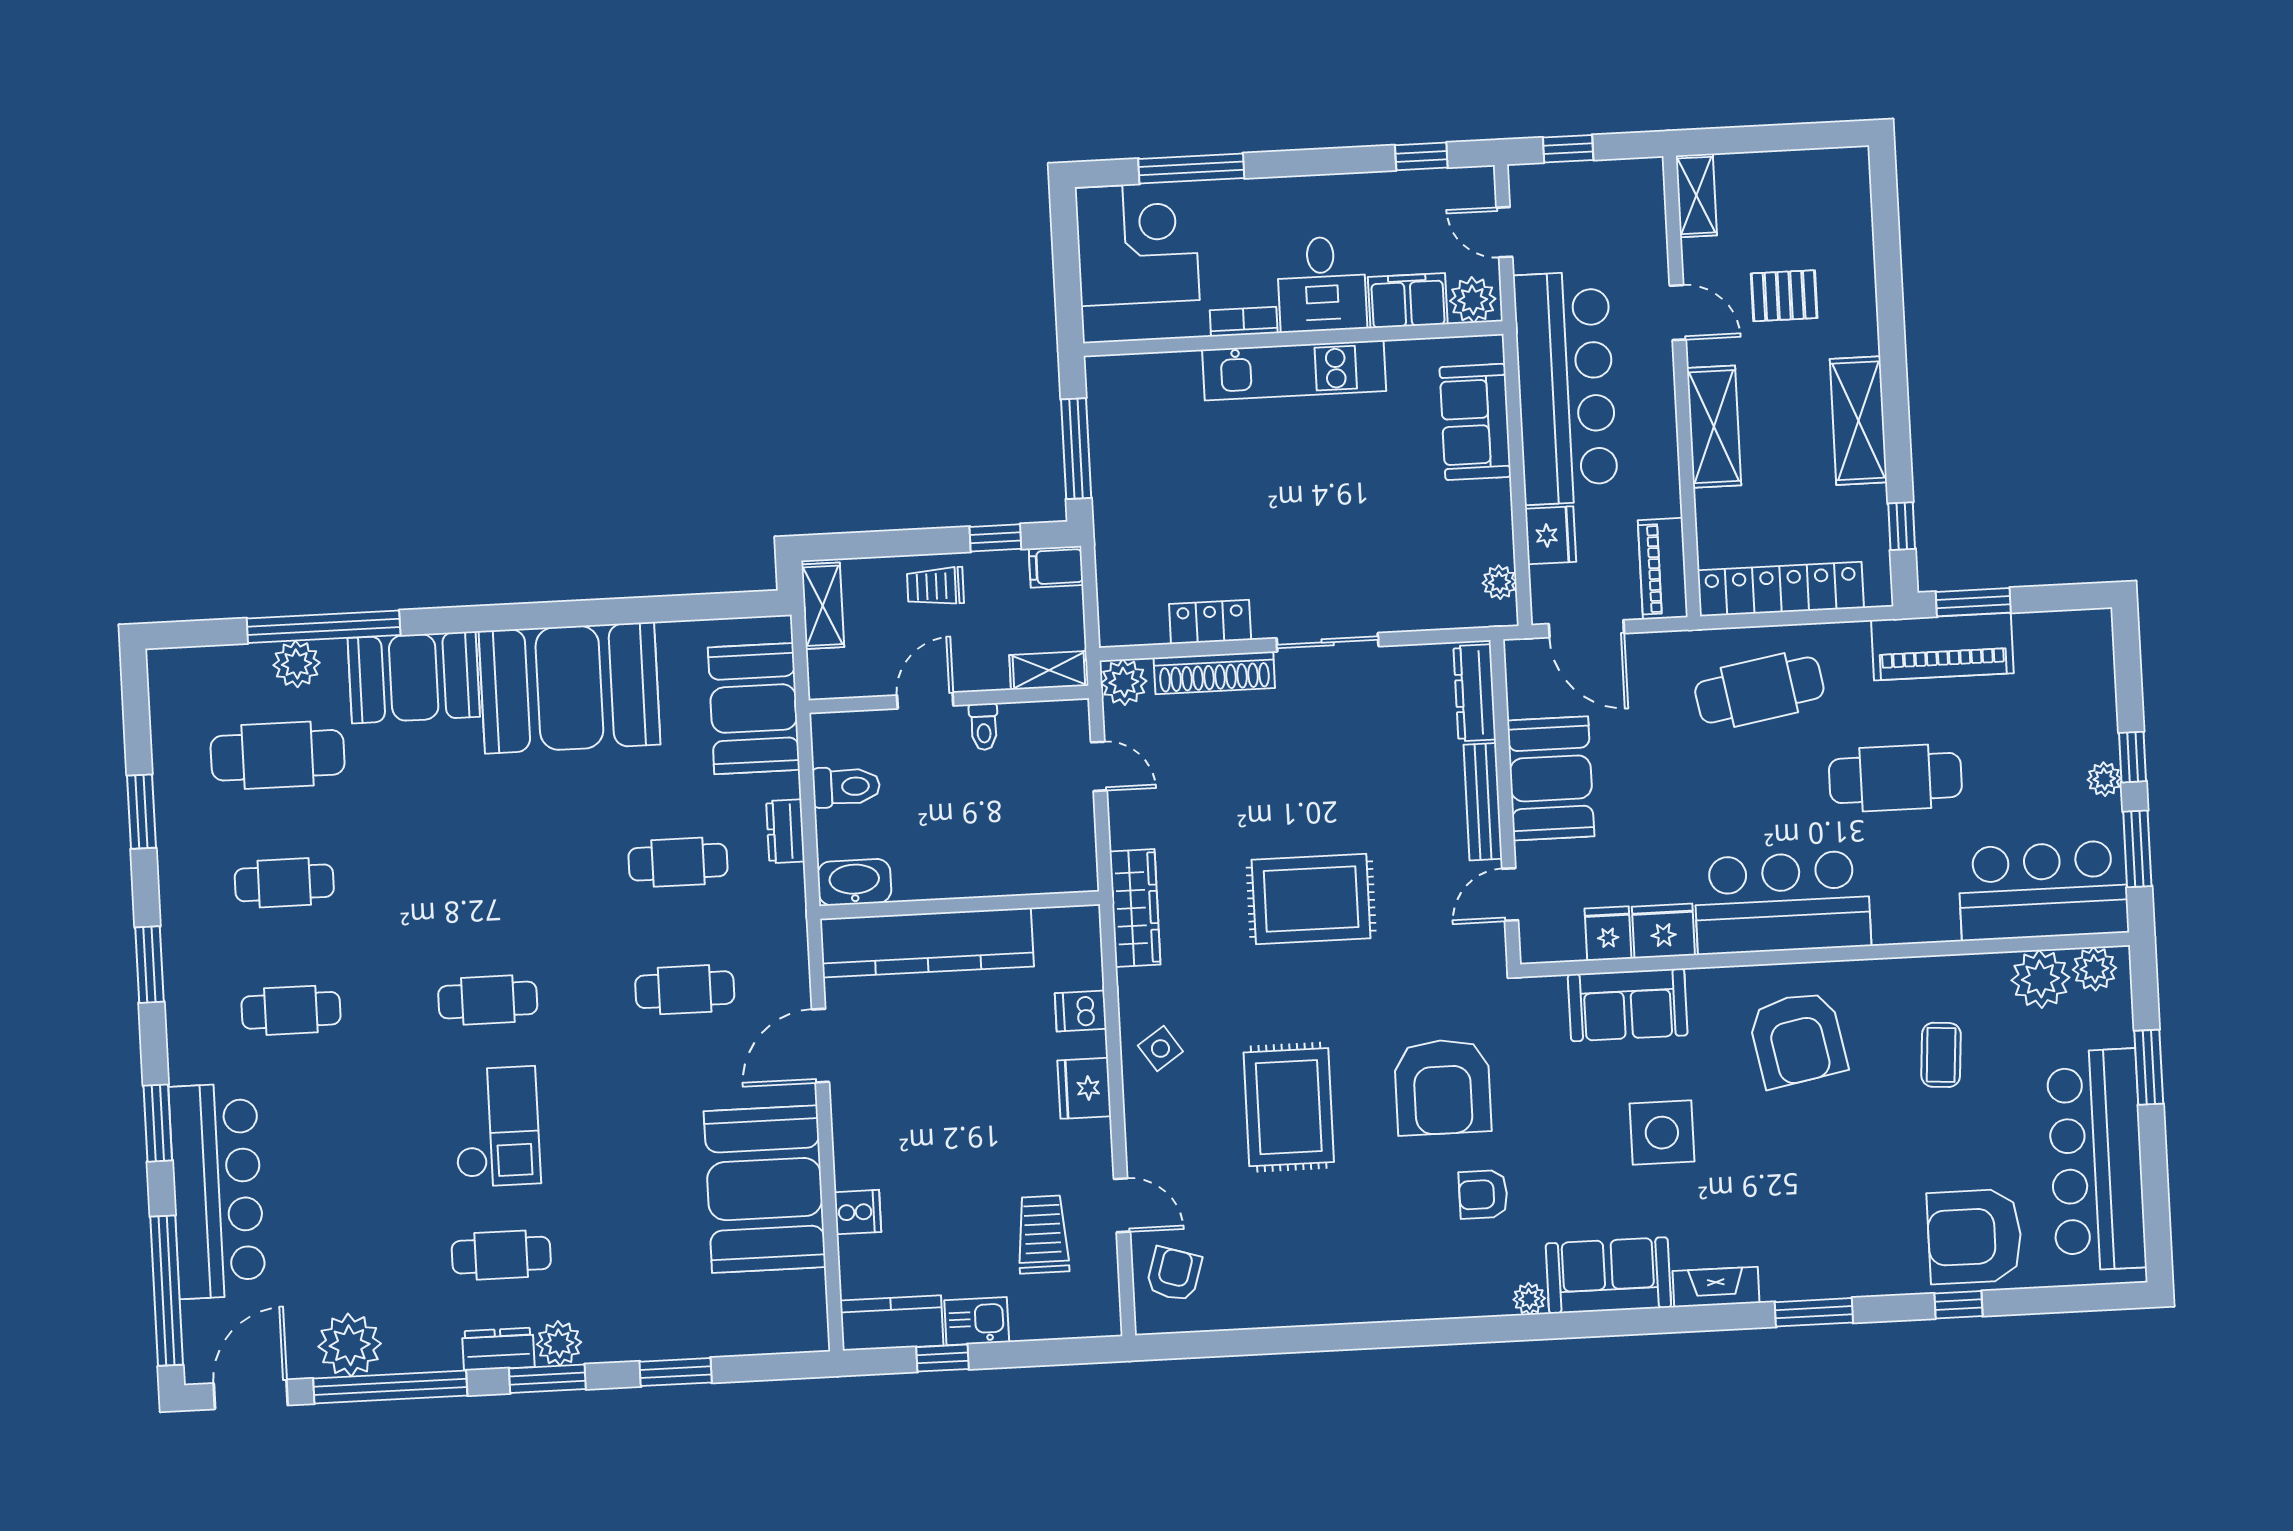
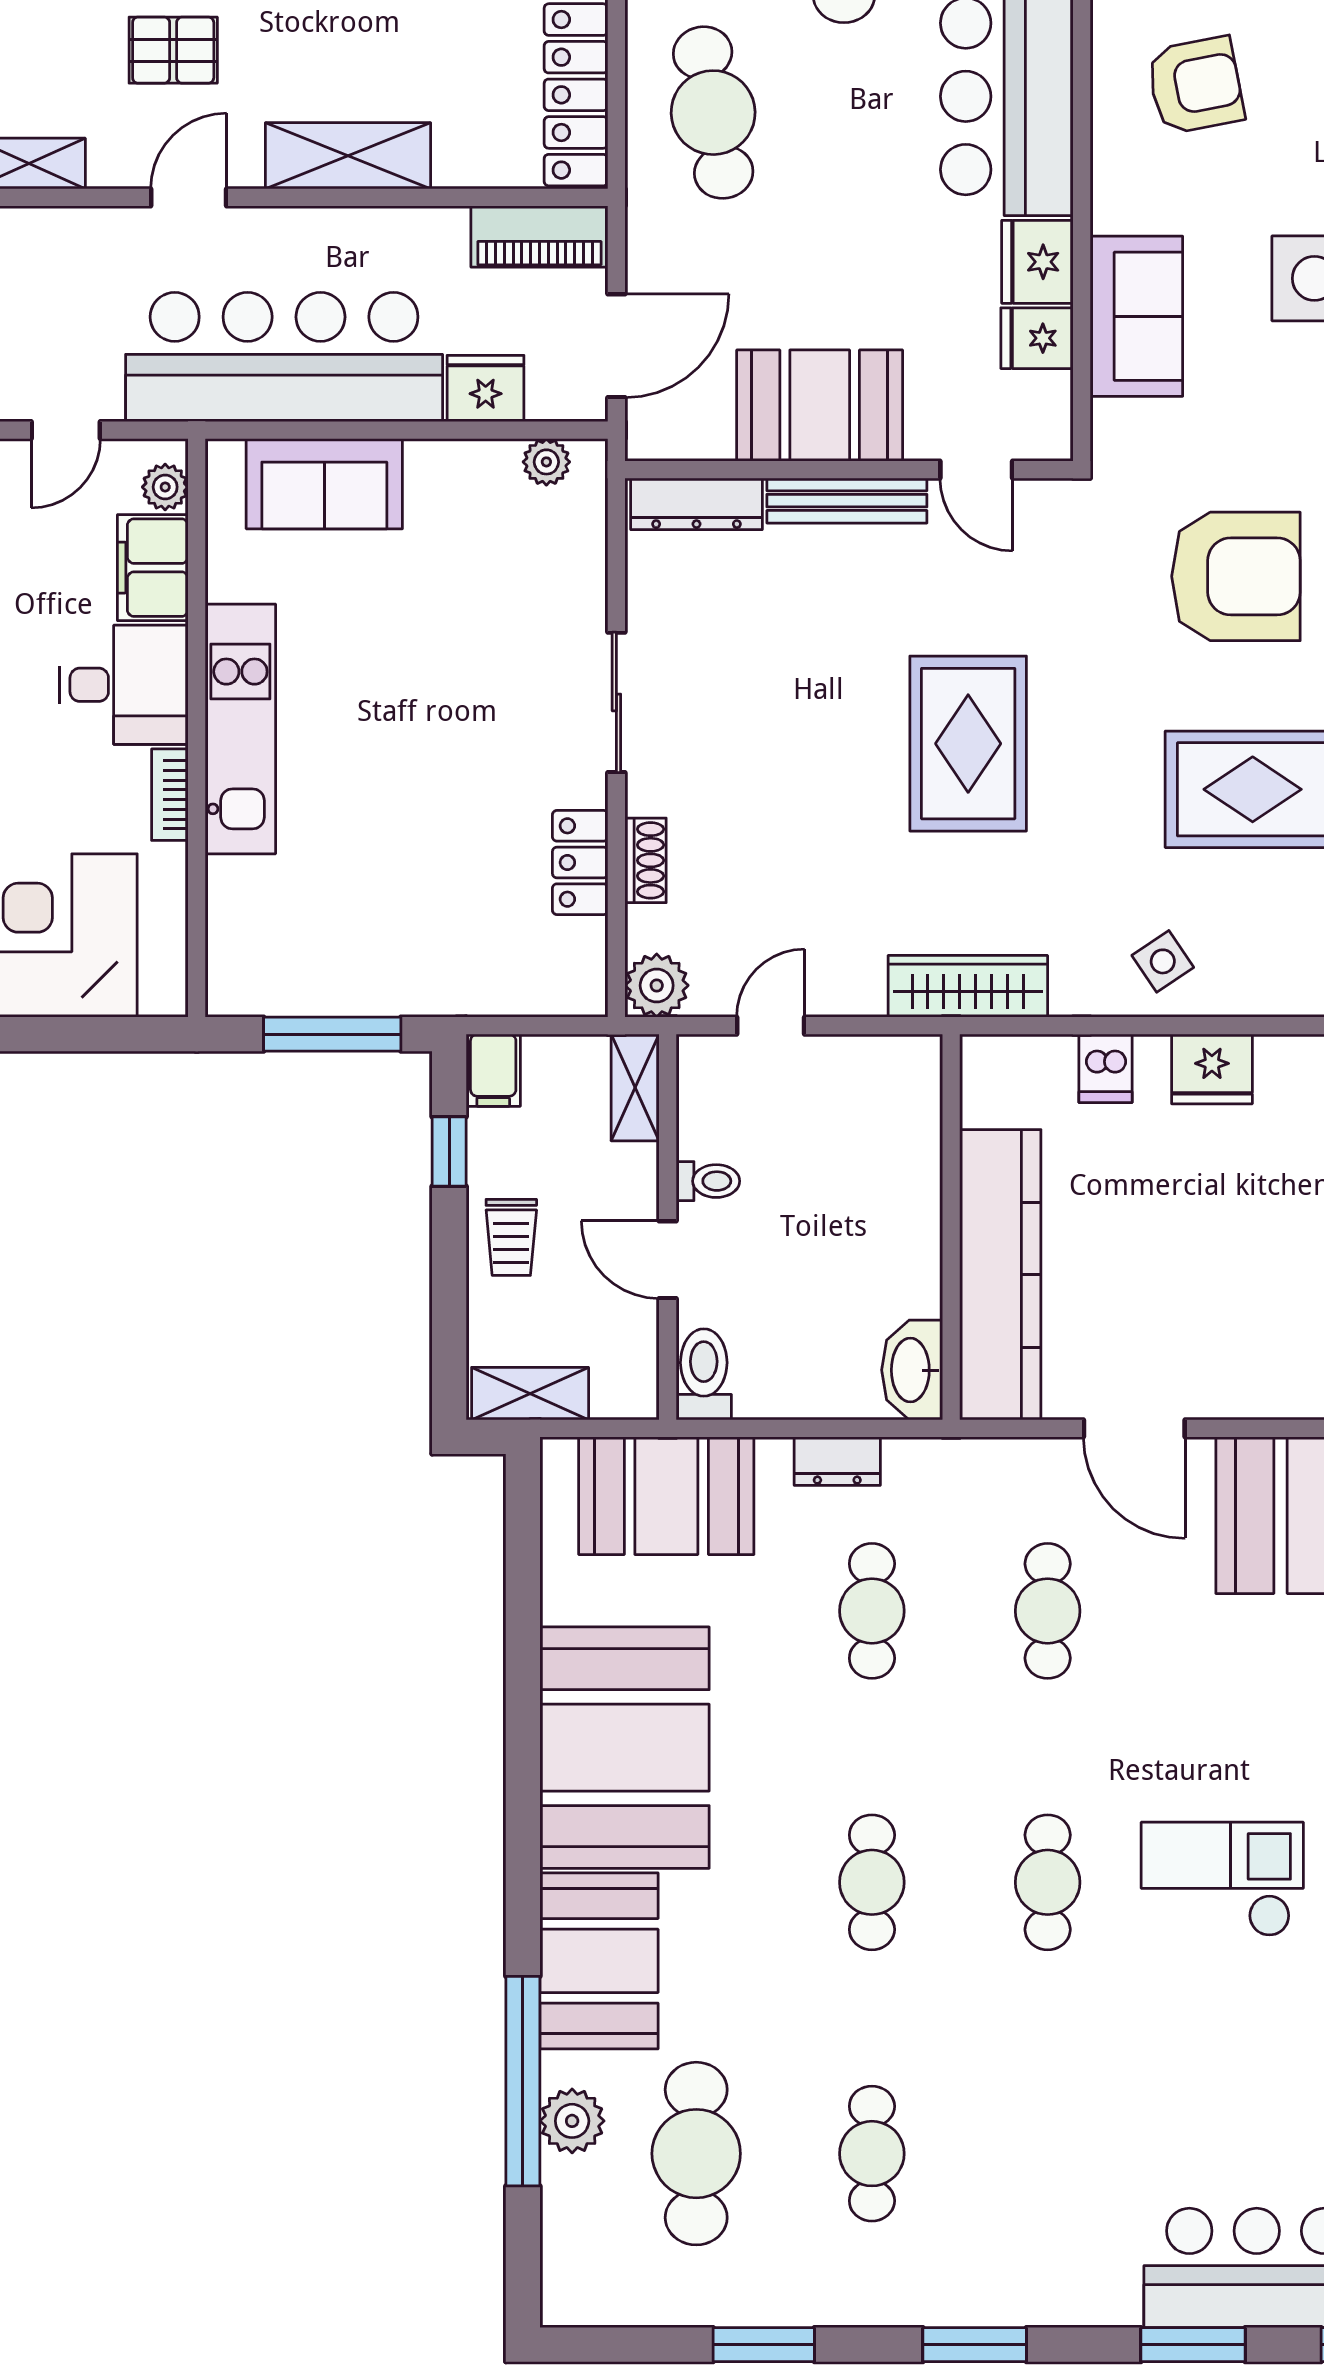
pallet: (1784, 296) -> (173, 50), turned 90
plant: (1473, 300) -> (165, 487), width x0.73, depth x0.73
shoe rack: (1214, 673) -> (646, 860), width x0.51, depth x0.81
toilet: (846, 787) -> (704, 1374), moved
cafe table: (291, 1010) -> (872, 1882), moved
armchair: (1798, 1039) -> (1195, 85), width x0.73, depth x0.73

